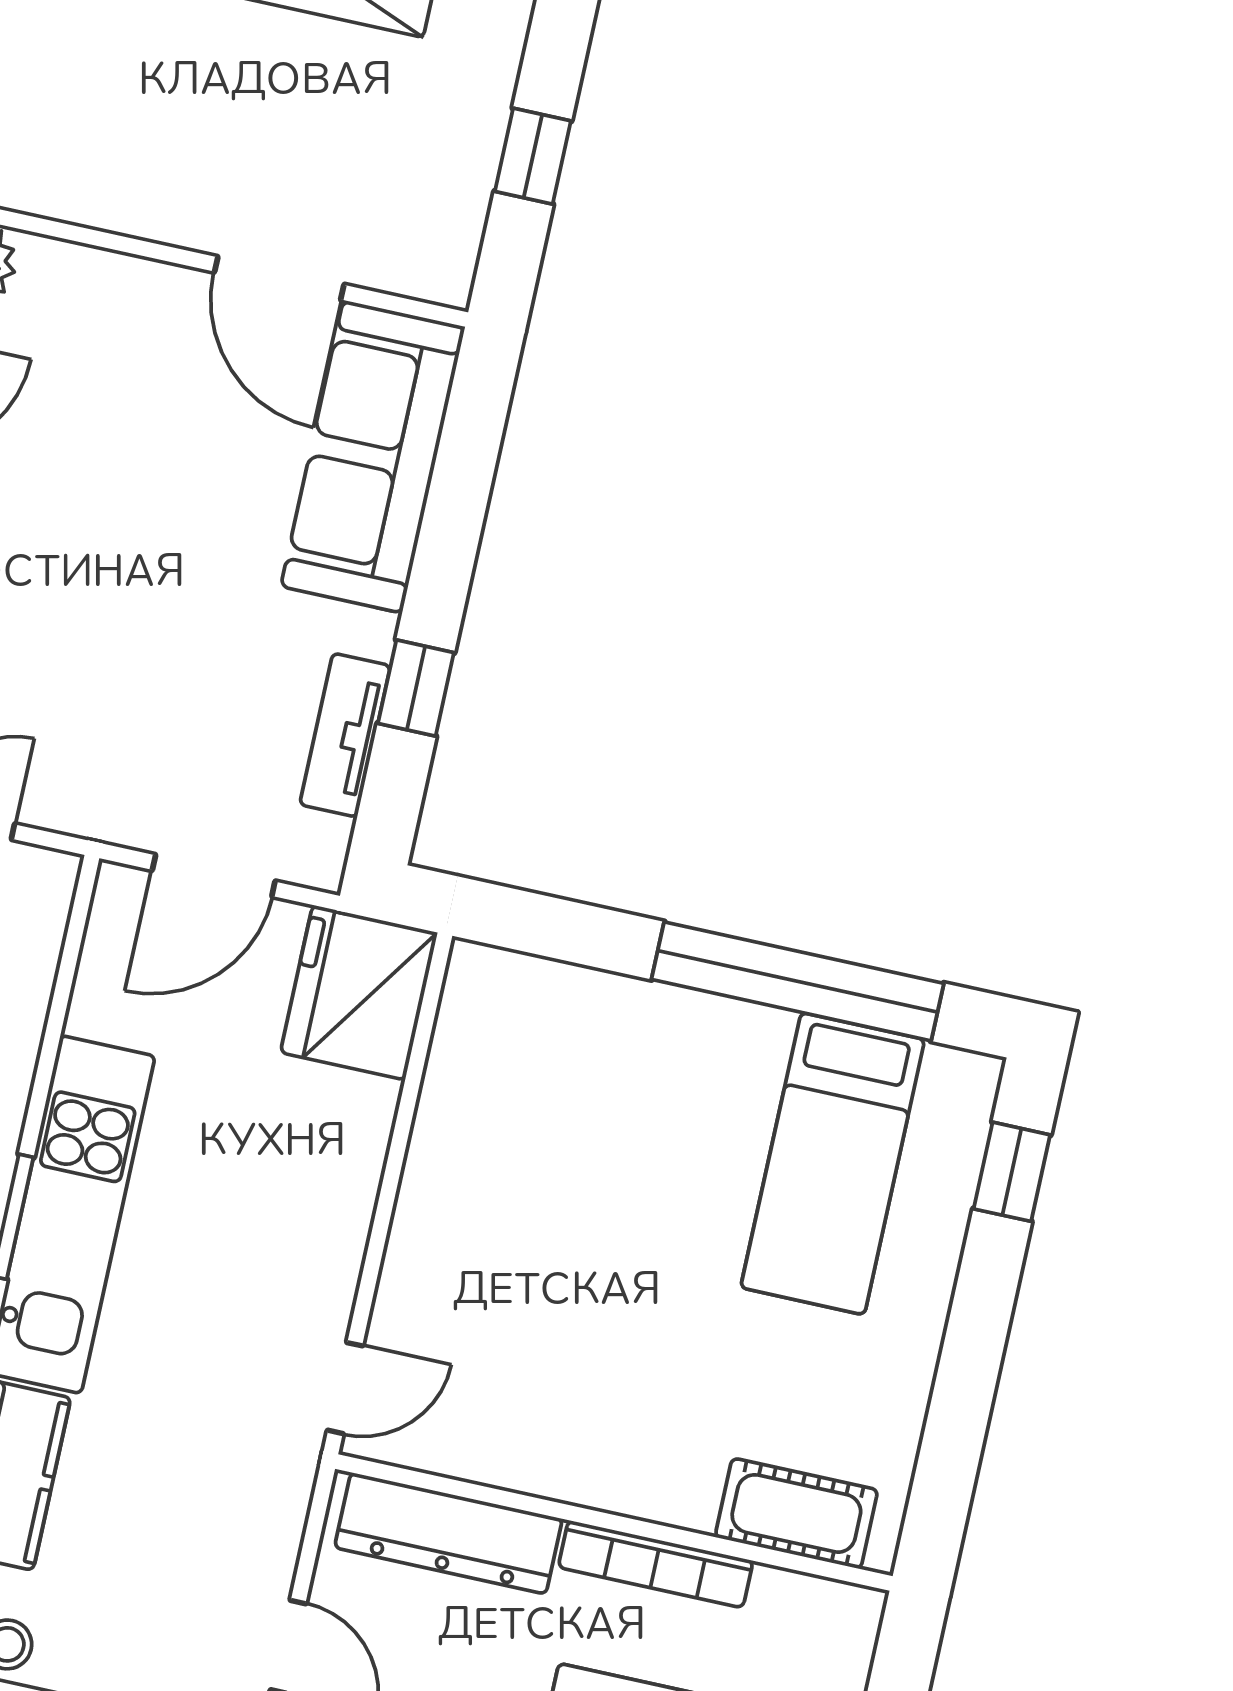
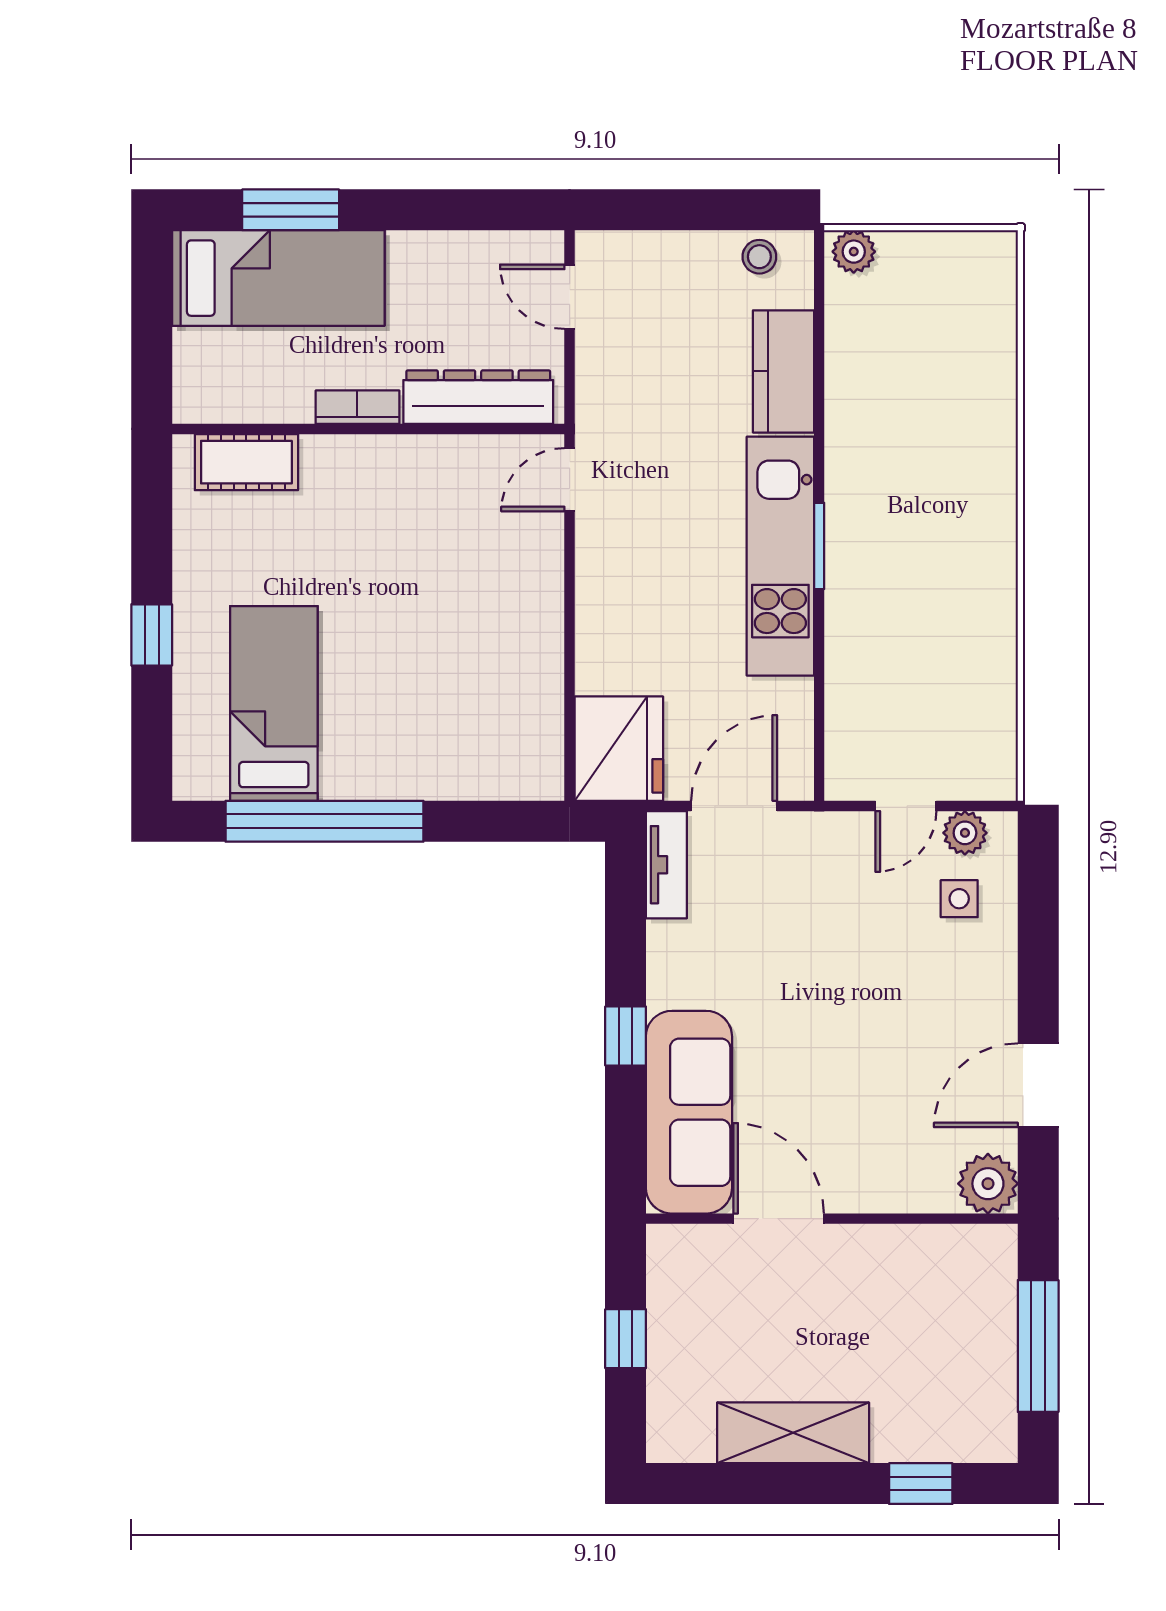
window: (416, 688) -> (626, 1036), moved
tv unit: (345, 735) -> (666, 865), moved
window: (1012, 1172) -> (152, 635), moved
bookcase: (656, 1564) -> (357, 407), width x0.64

